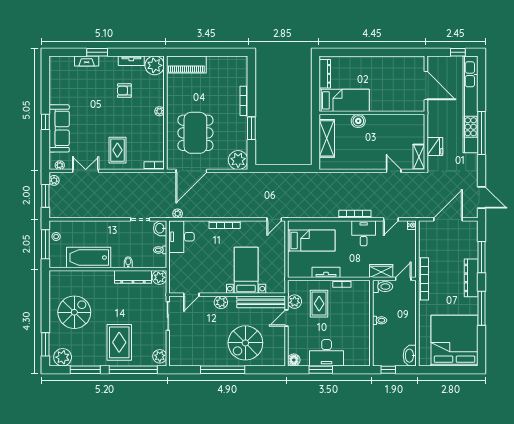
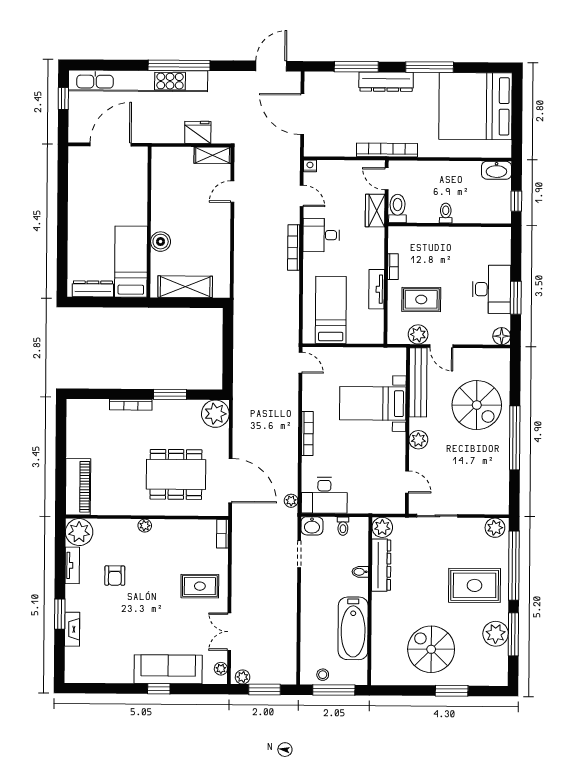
window: (45, 344) -> (452, 691), moved
plant: (63, 357) -> (496, 634), moved

